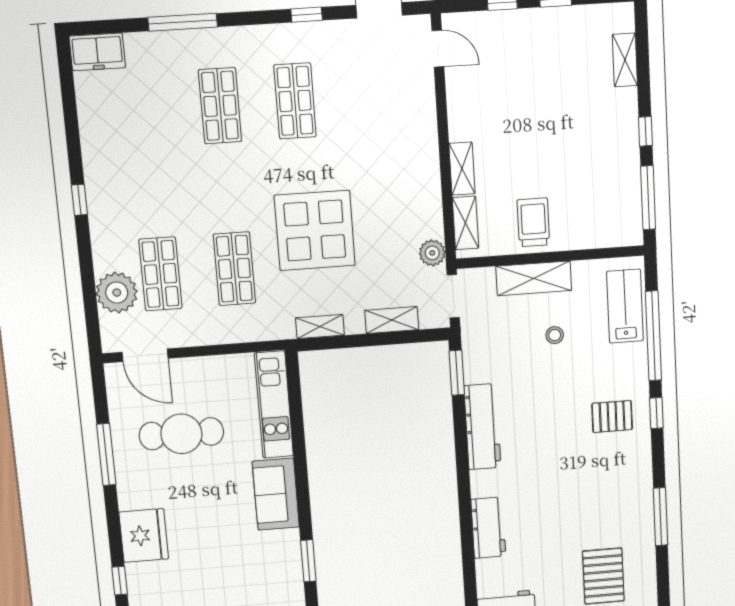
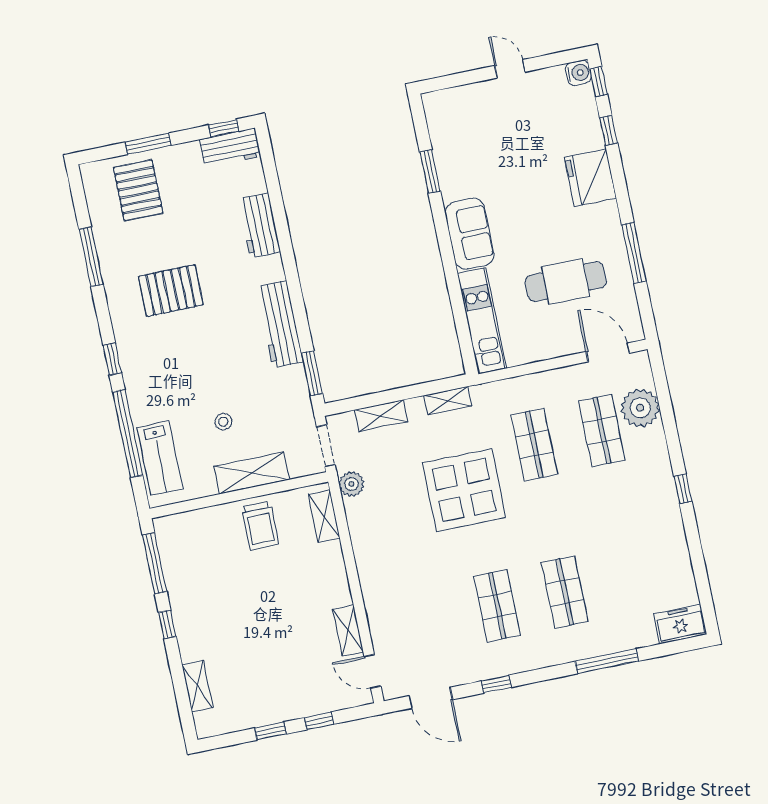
shelving: (462, 169) -> (348, 631), moved
pallet: (612, 417) -> (171, 291), moved, width x1.50, depth x1.42

